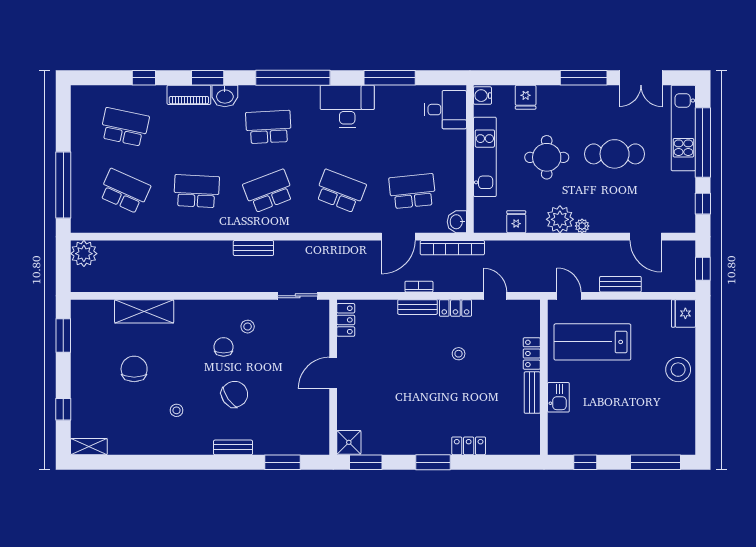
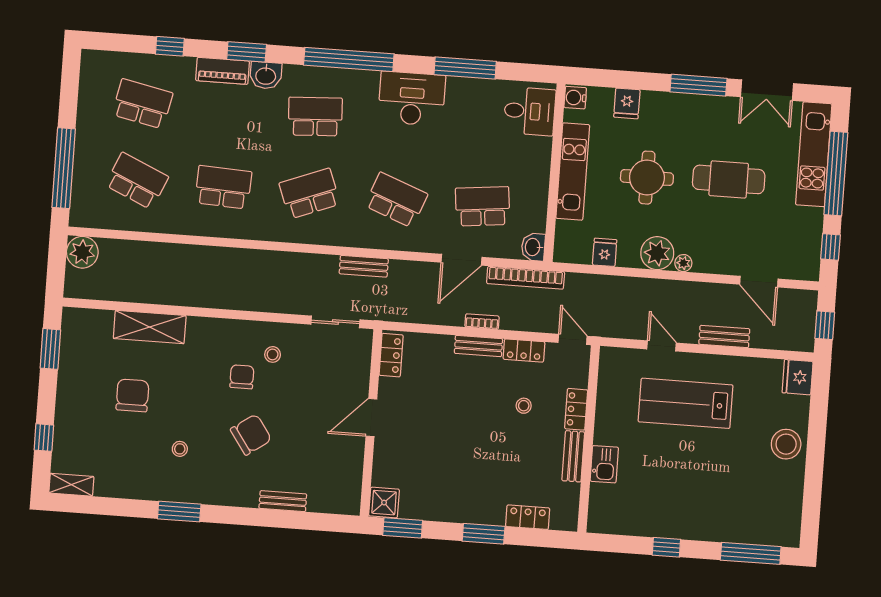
bench: (253, 248) -> (364, 266), moved
locker: (532, 353) -> (576, 409), moved
wall: (544, 377) -> (589, 439), moved
bench: (532, 393) -> (573, 456), moved
kitchen sink: (558, 397) -> (604, 464), moved
bench: (233, 447) -> (283, 501), moved
window: (283, 462) -> (179, 511), moved

